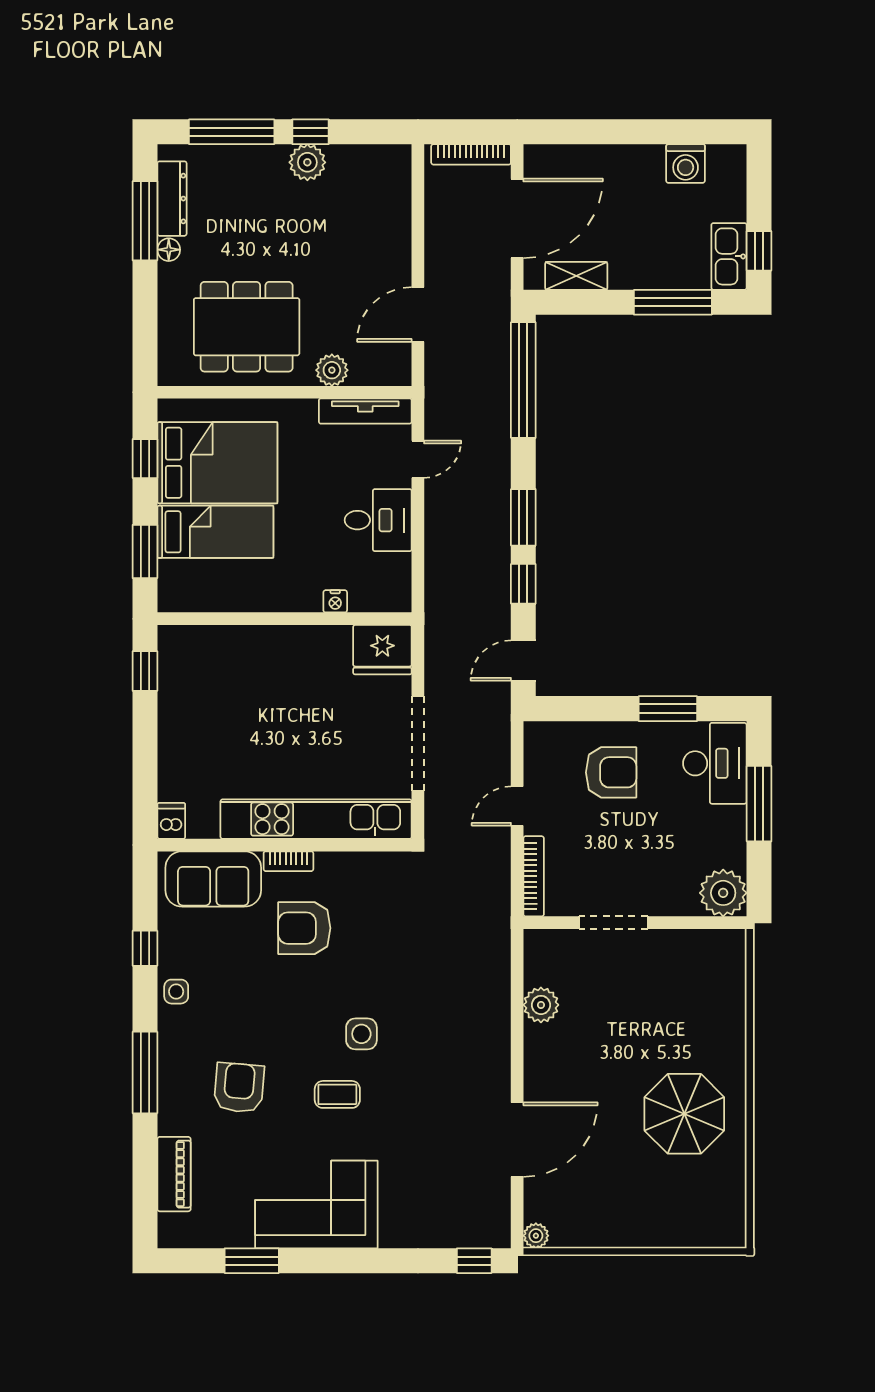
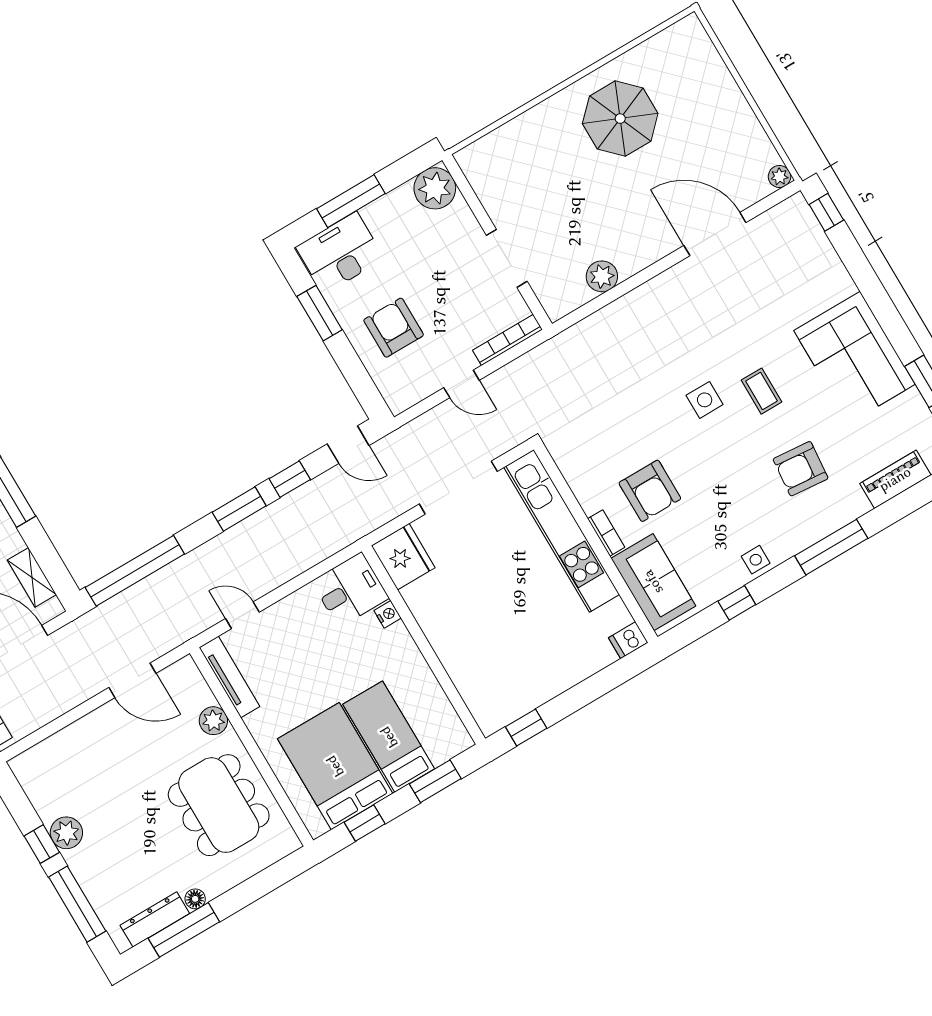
desk: (378, 520) -> (350, 590), moved, turned 90

